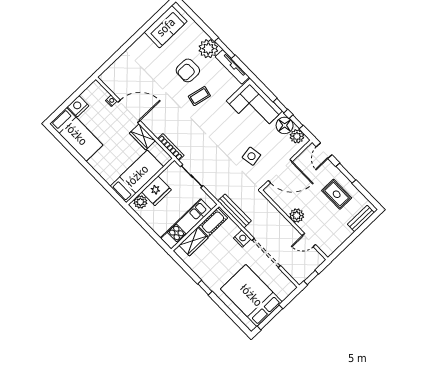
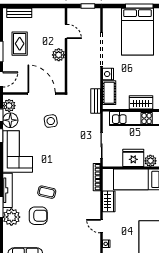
door: (129, 111) -> (101, 226), width x0.53
bench: (234, 211) -> (96, 101), width x0.73
cot: (213, 222) -> (109, 93), moved, turned 90

